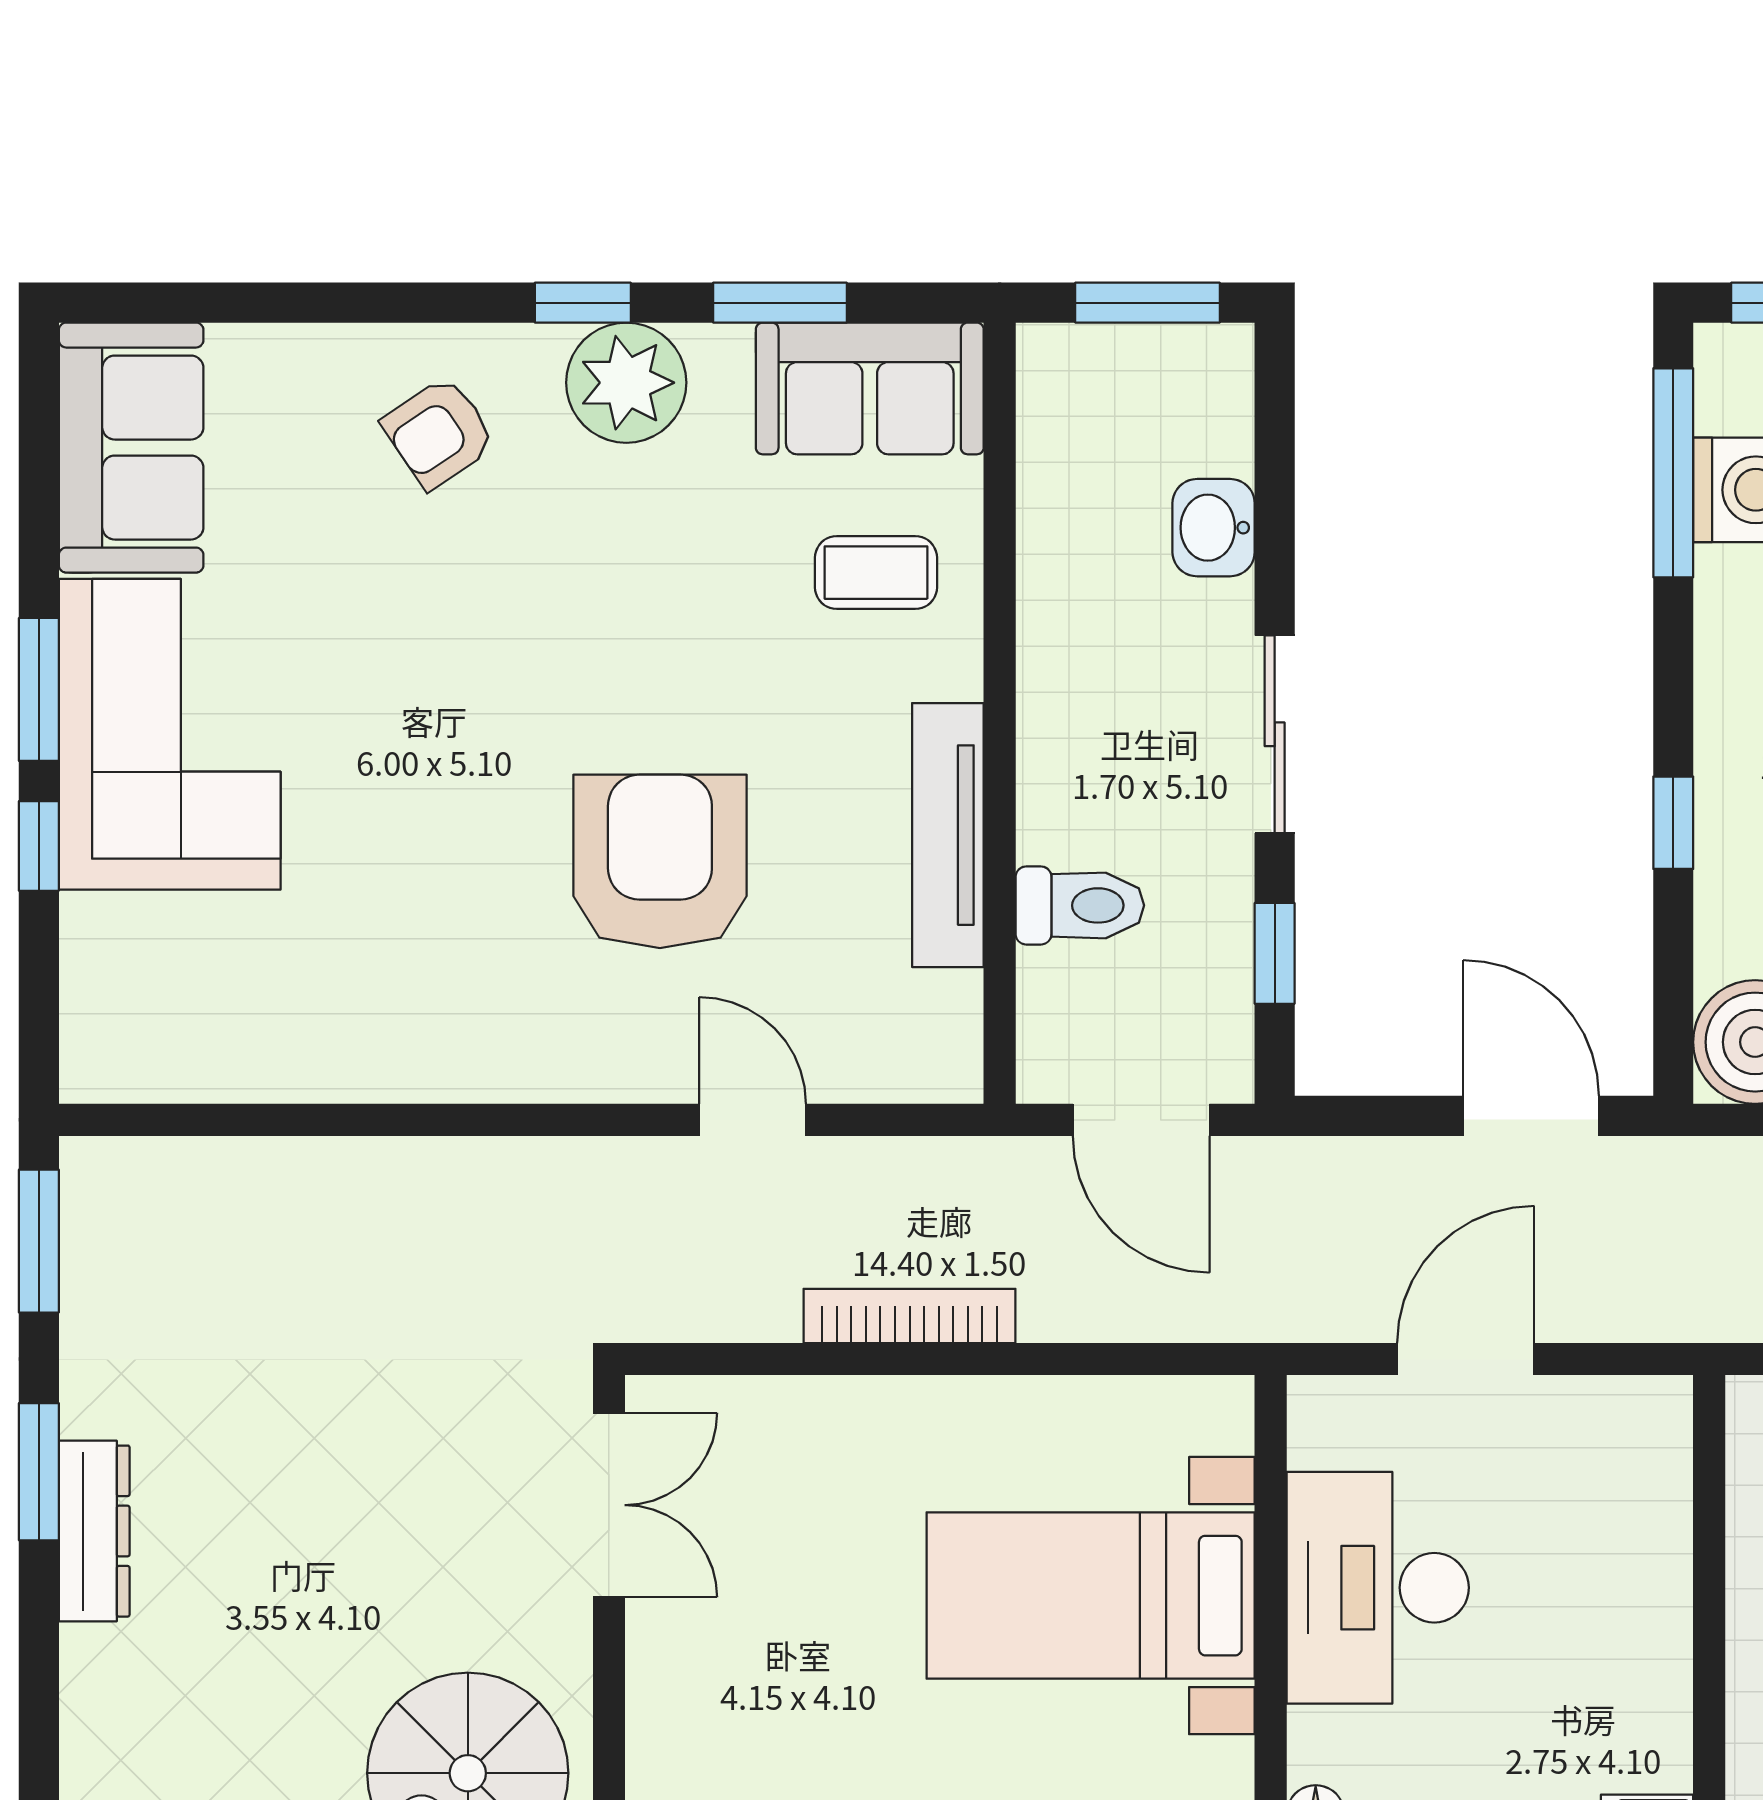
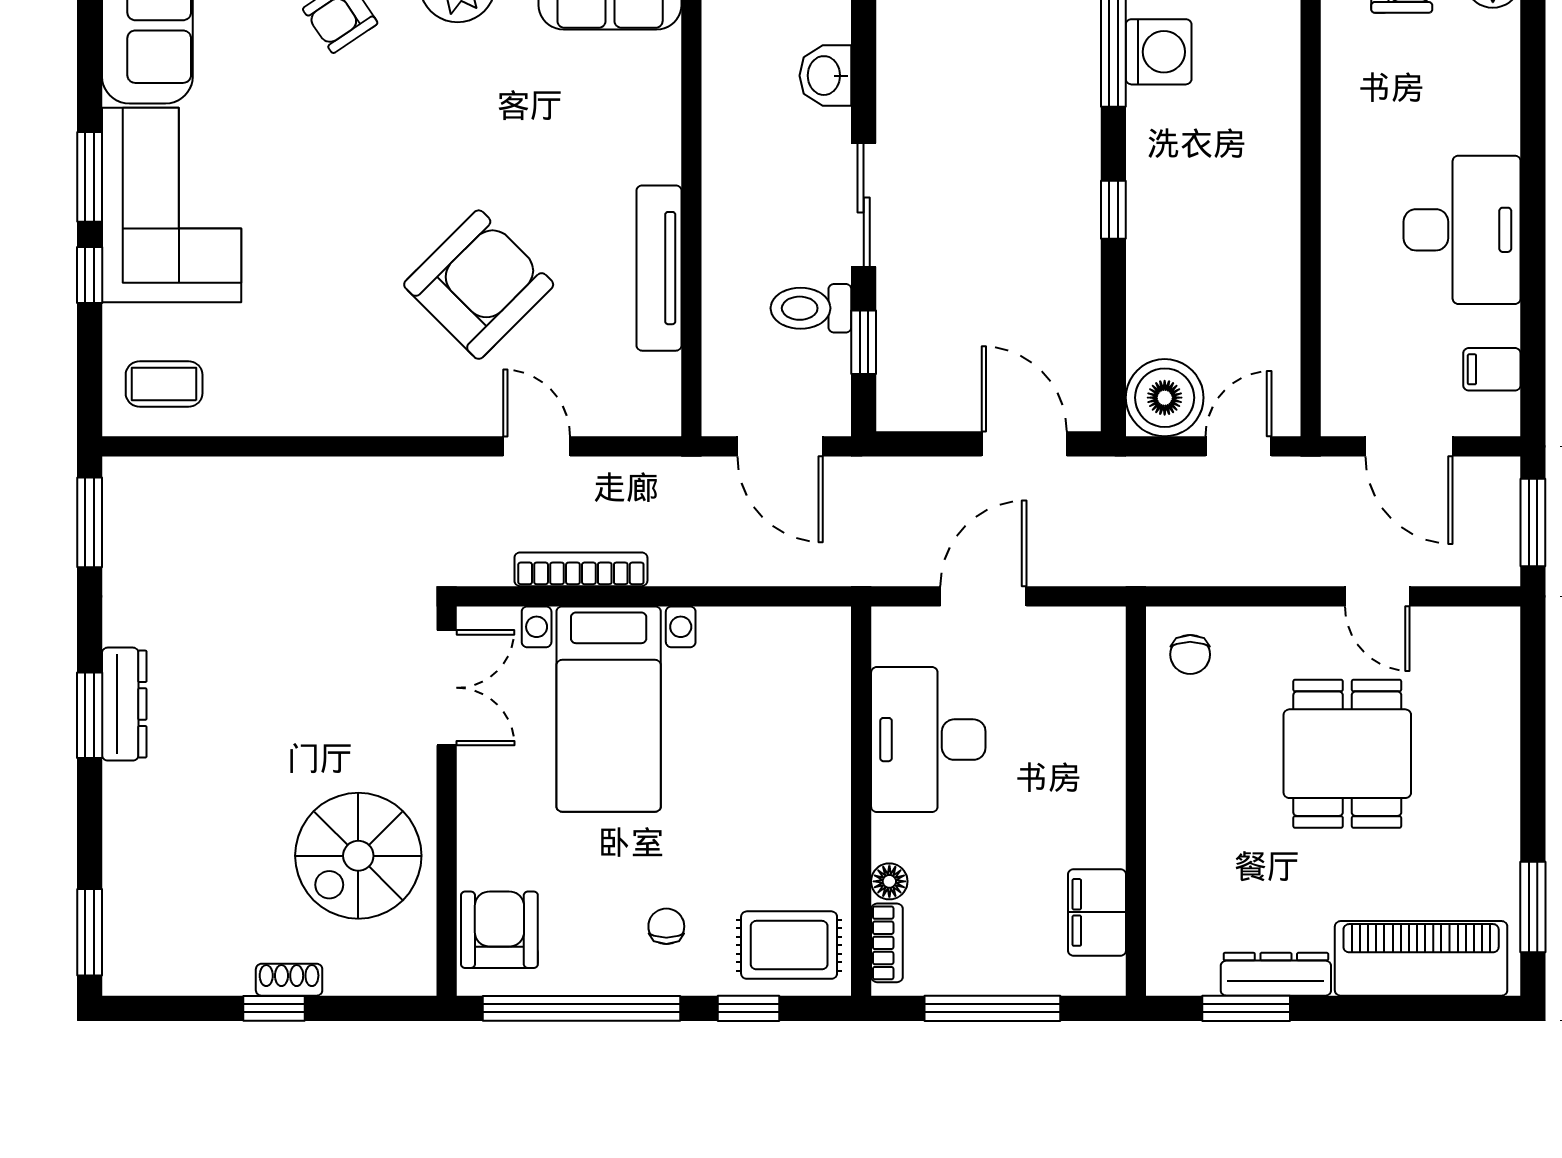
coffee table: (876, 573) -> (164, 384), moved
window: (1673, 823) -> (1113, 210), moved
armchair: (660, 861) -> (479, 285), turned 45
toilet: (1080, 905) -> (811, 308), moved, turned 180
bookcase: (910, 1316) -> (581, 569), moved
window: (39, 1472) -> (90, 715), moved
bed with nightstands: (1091, 1596) -> (609, 709), moved, turned -90

